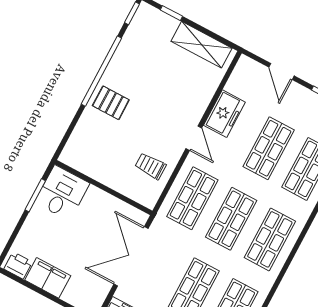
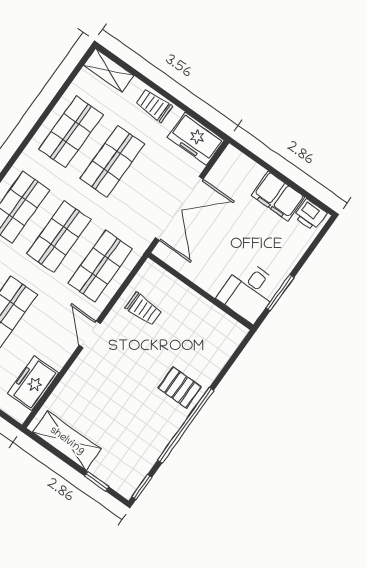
freezer: (224, 114) -> (33, 383), moved

